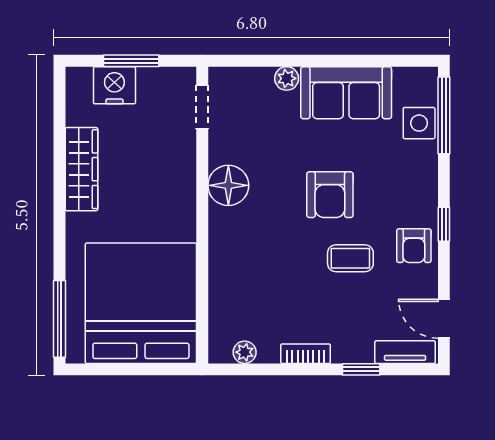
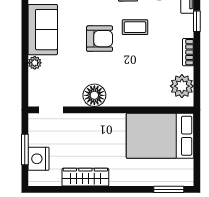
coffee table: (350, 258) -> (135, 27), turned 90
bed: (141, 303) -> (160, 136), width x0.73
window: (60, 319) -> (169, 189), width x0.69
plant: (245, 352) -> (182, 86), width x1.87, depth x1.87

